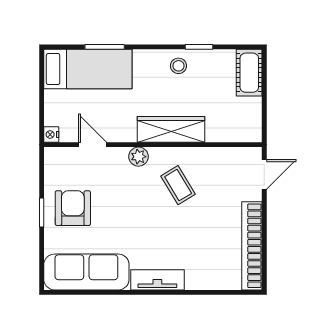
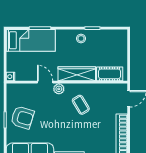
cot: (249, 73) -> (110, 74), moved, turned 90
door: (93, 145) -> (45, 82), moved
armchair: (73, 208) -> (22, 117), turned 107

